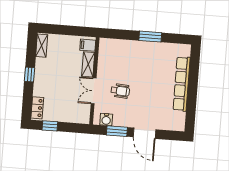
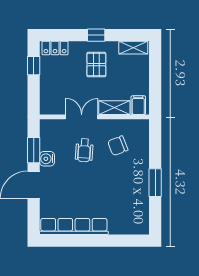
chair: (119, 64) -> (118, 146), added
pallet: (53, 76) -> (96, 65), added
row of seats: (182, 84) -> (74, 226), moved
water cooler: (106, 120) -> (47, 159), moved

